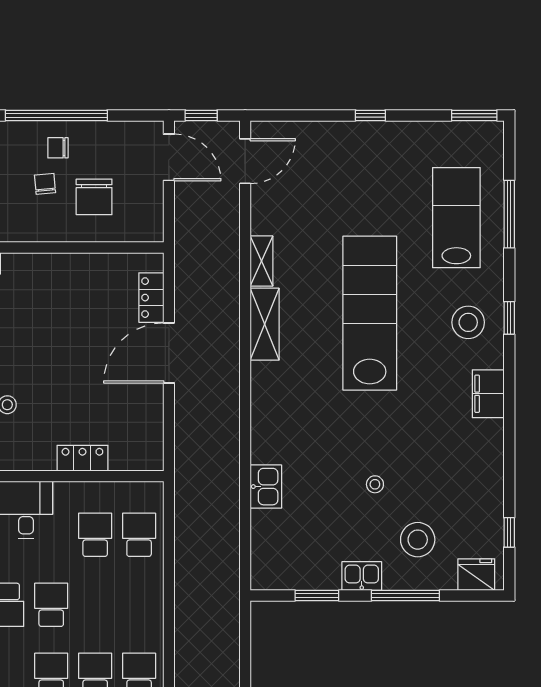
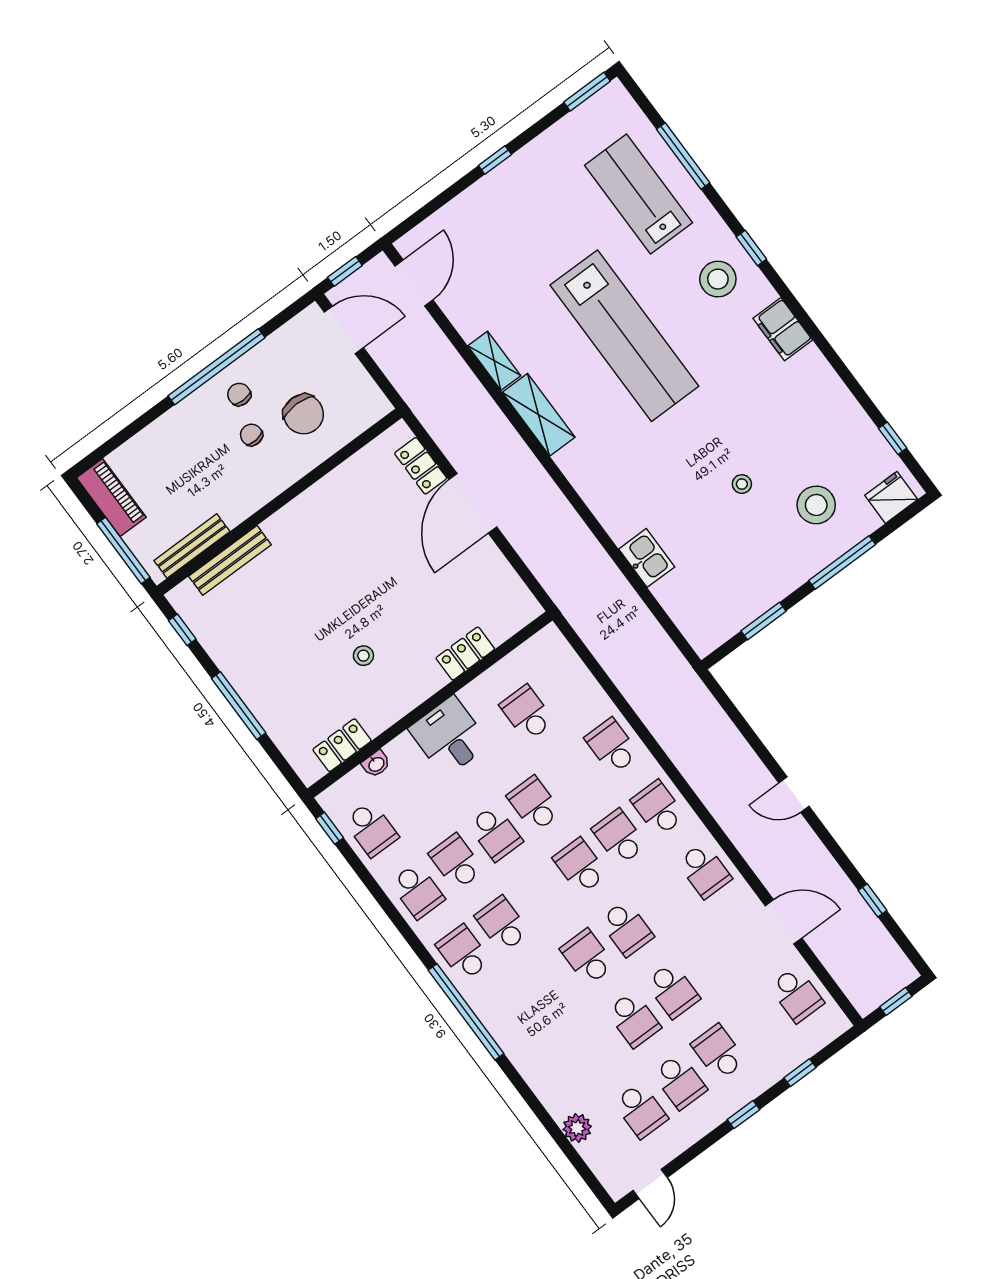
chair: (58, 148) -> (239, 394), turned 90
lab bench: (370, 313) -> (624, 336), turned 180
school desk: (139, 535) -> (612, 746), moved
kitchen sink: (362, 576) -> (791, 574), removed

